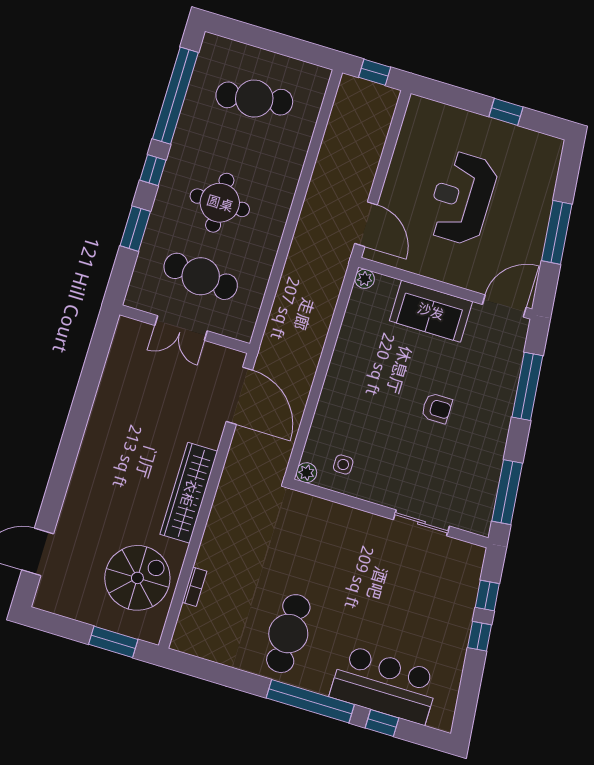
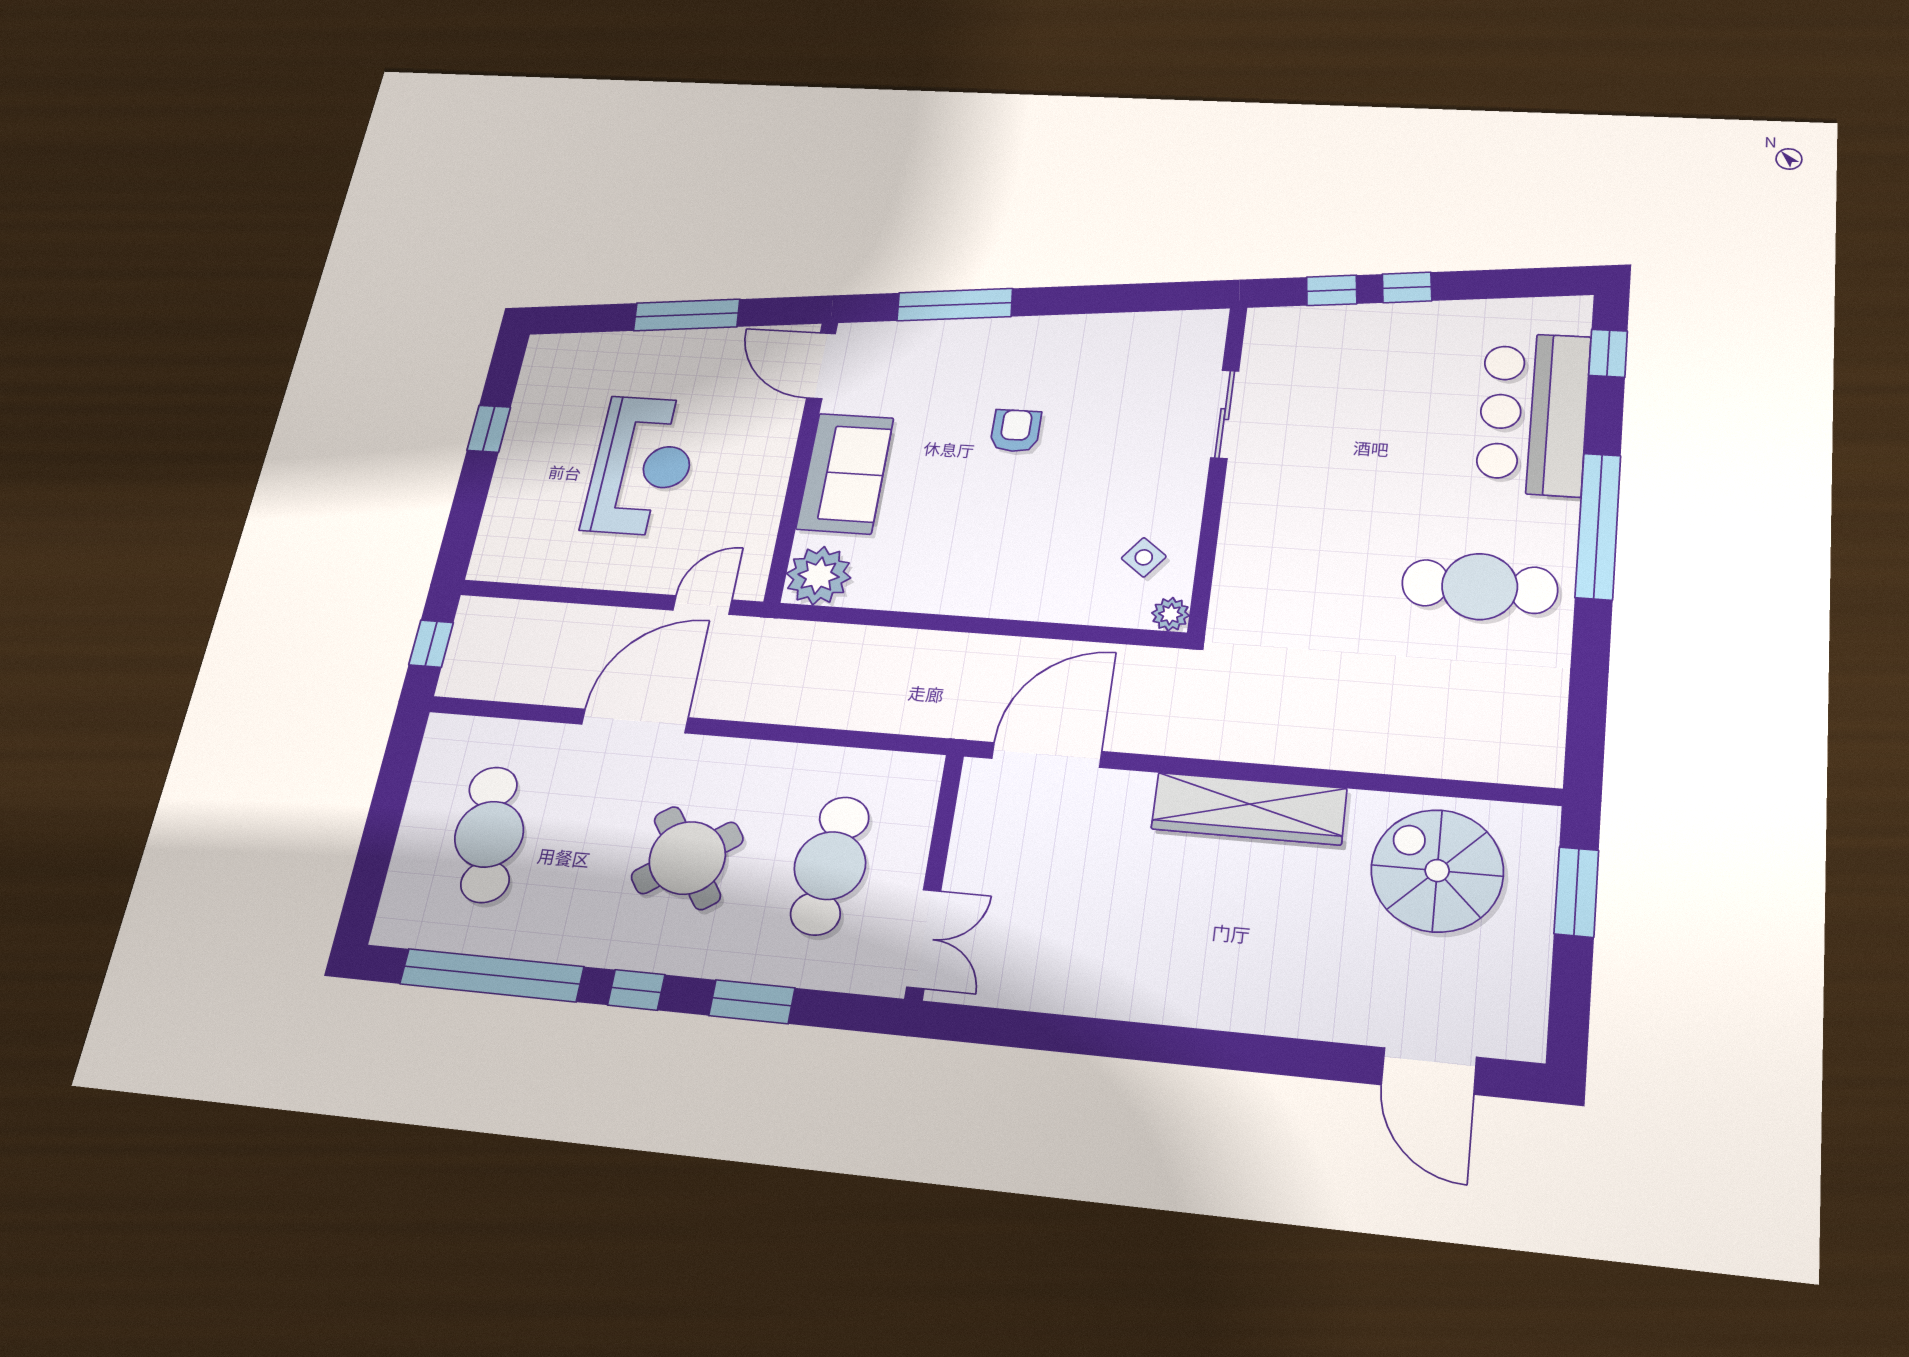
door: (304, 181) -> (635, 721), added
reception desk: (462, 198) -> (642, 466), turned -90
round table: (220, 203) -> (687, 858), turned -35
door: (366, 224) -> (702, 605), width x0.73
plant: (365, 279) -> (819, 576), width x1.88, depth x1.88
double door: (181, 328) -> (924, 939), moved
side table: (343, 465) -> (1144, 557), turned 38
window: (507, 492) -> (1143, 298), removed
bookcase: (194, 587) -> (1430, 764), removed
window: (382, 723) -> (1608, 353), moved

